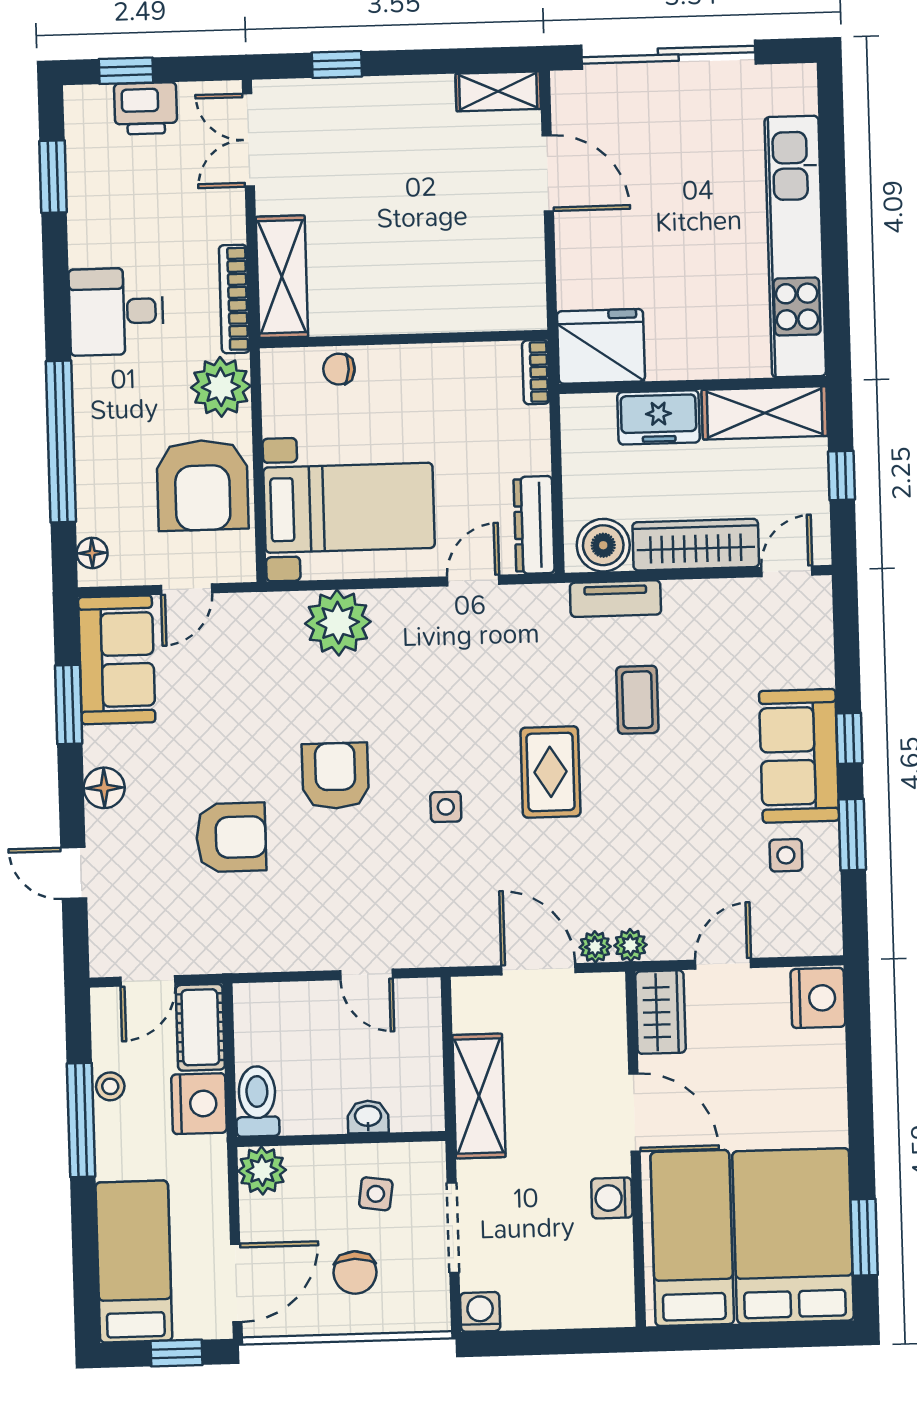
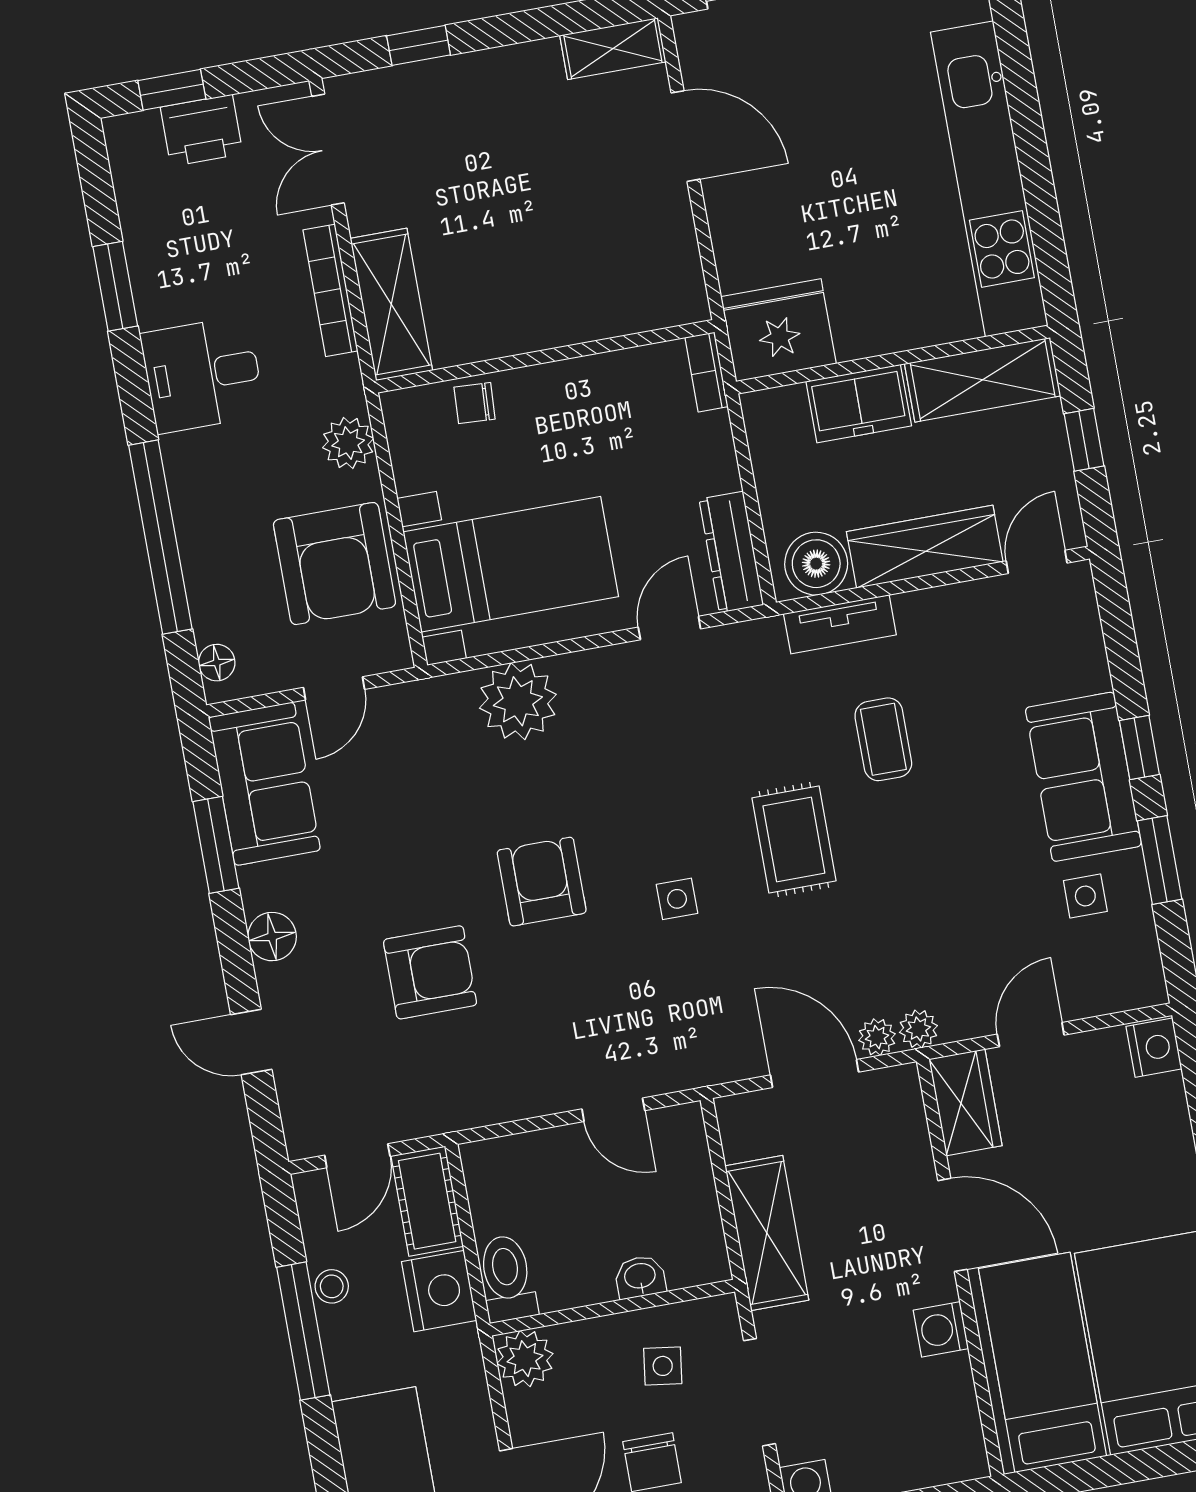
window: (53, 177) -> (115, 286), moved
bookcase: (234, 299) -> (330, 290), moved
plant: (221, 387) -> (348, 443), width x0.73, depth x0.73
nightstand: (818, 998) -> (1154, 1048), width x0.74, depth x0.75

